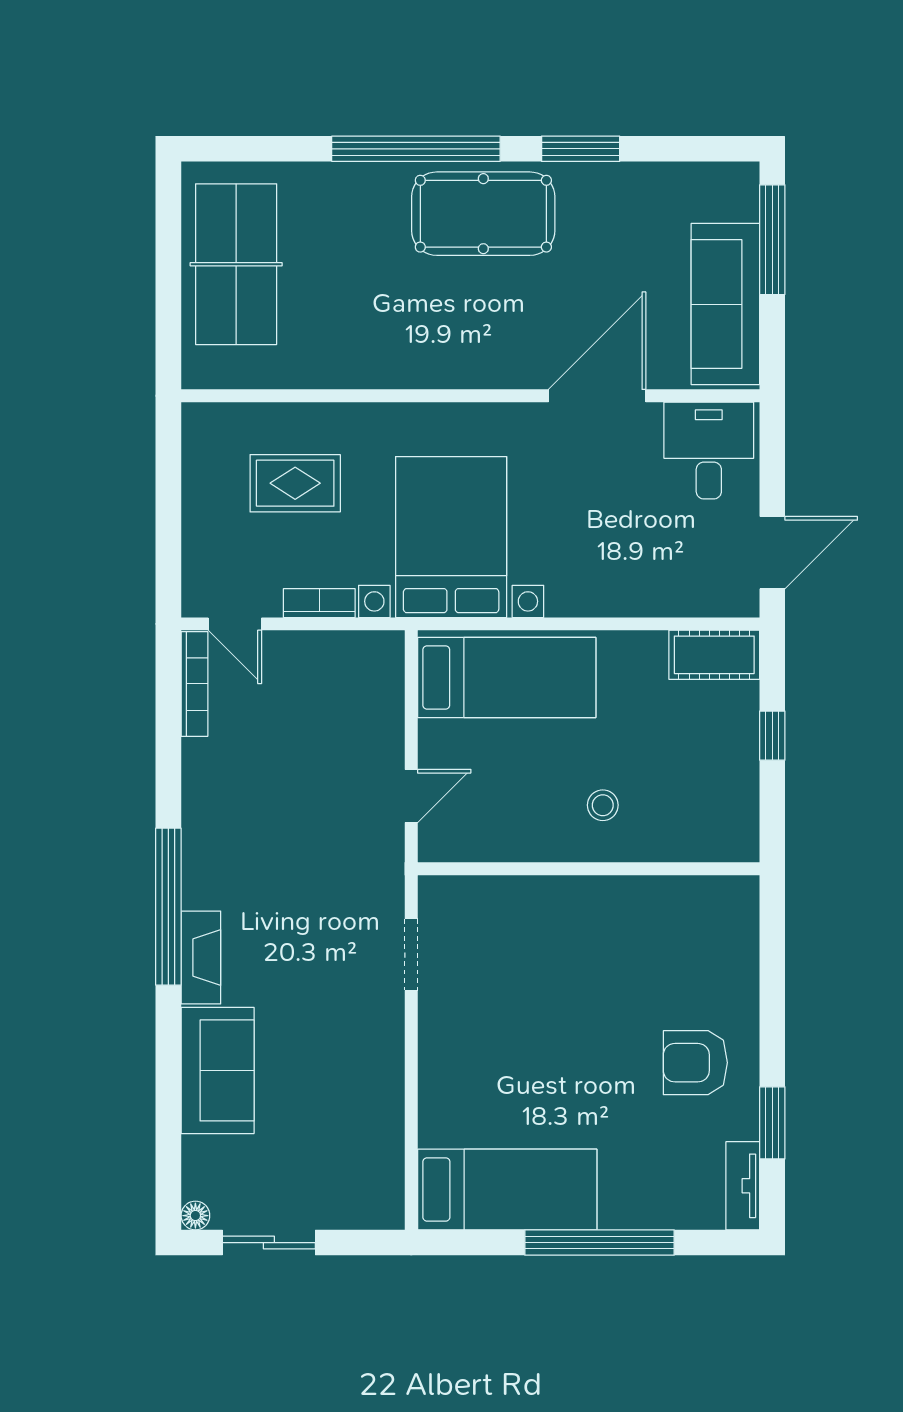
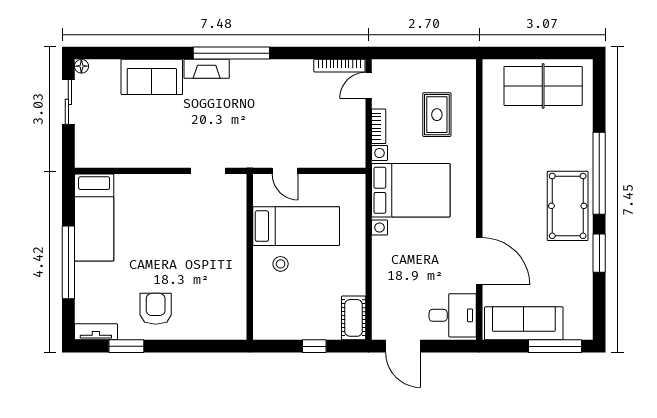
bed: (507, 677) -> (296, 226), moved, turned -90

